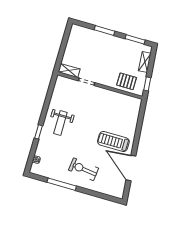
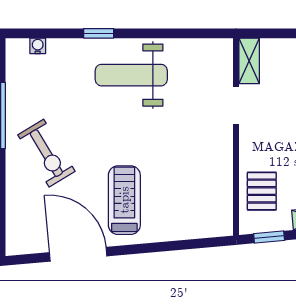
weight bench: (60, 123) -> (131, 75), width x1.36, depth x1.33
door: (131, 168) -> (78, 254), hinge flipped
exercise bike: (84, 169) -> (46, 153), turned 142

